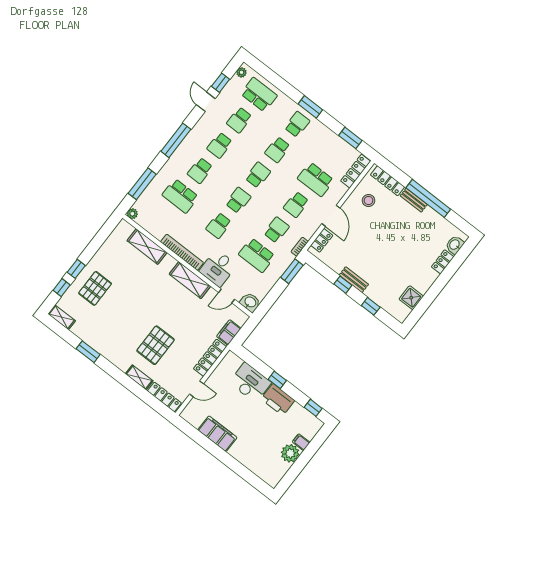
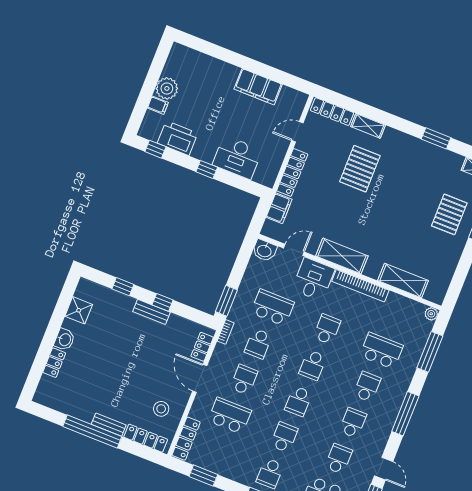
washbasin: (455, 245) -> (65, 340), moved
printer: (278, 400) -> (178, 138), moved

